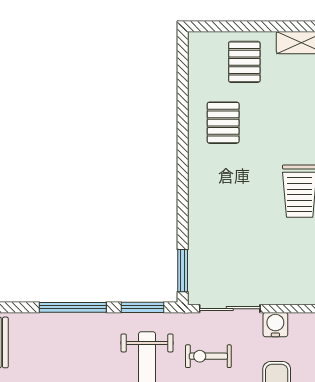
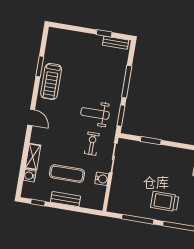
window: (183, 271) -> (151, 141), moved

